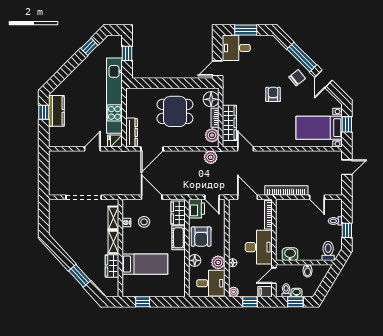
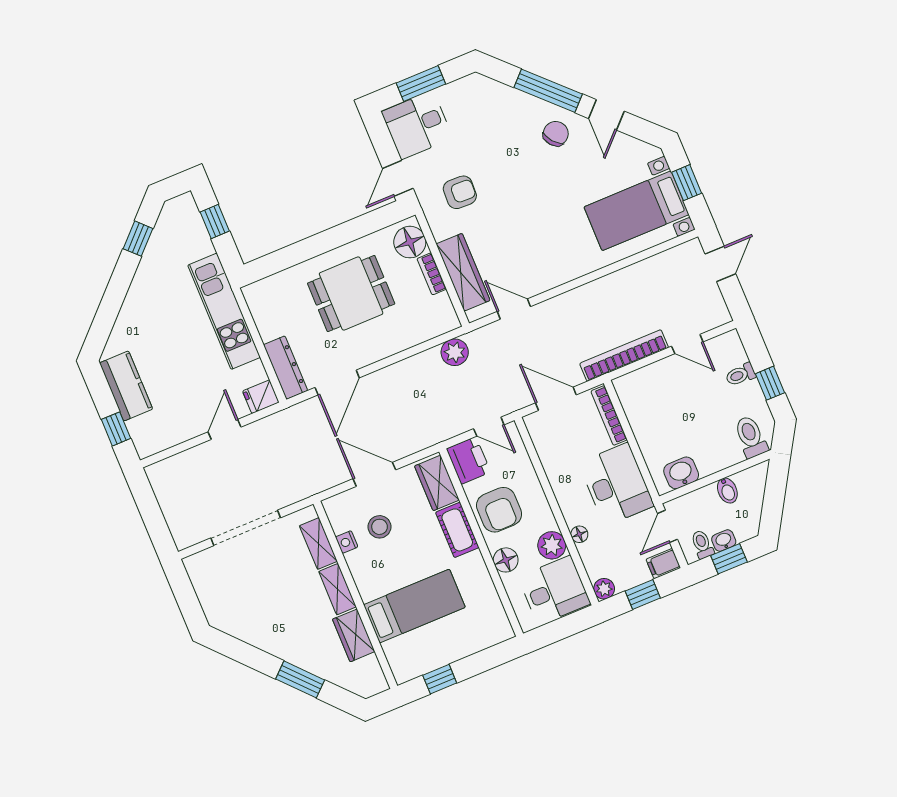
armchair: (273, 94) -> (460, 192), moved, turned 92
kitchen unit: (114, 96) -> (224, 311), width x0.73
window: (44, 112) -> (116, 429), moved
plant: (212, 135) -> (440, 309), removed

